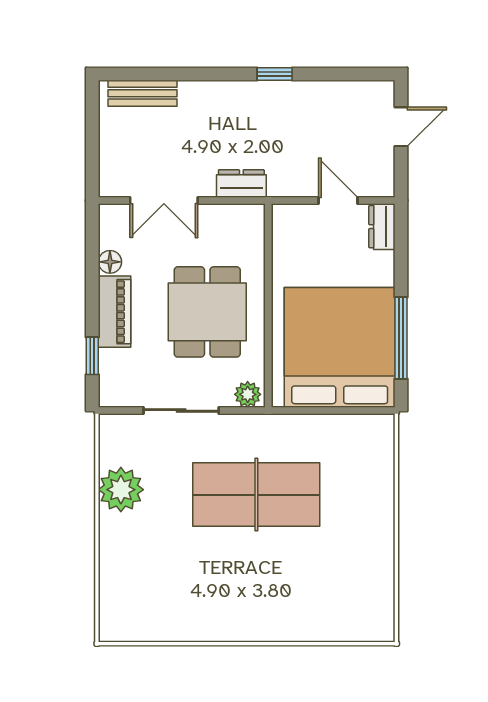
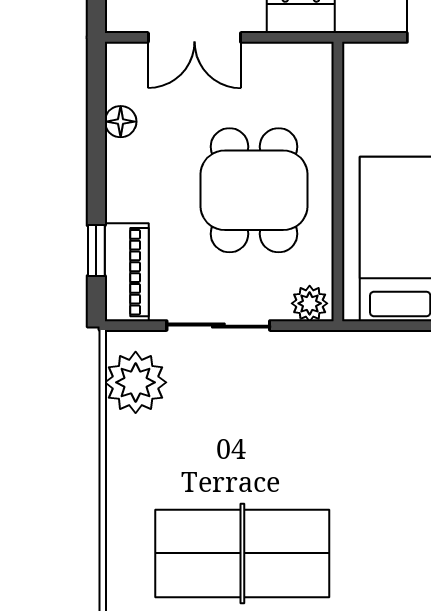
piano: (115, 312) -> (127, 272), moved
plant: (121, 490) -> (136, 382), moved
table tennis table: (256, 495) -> (242, 553), moved

